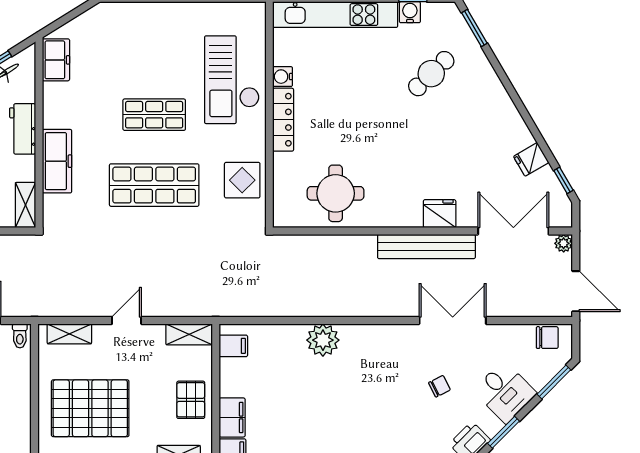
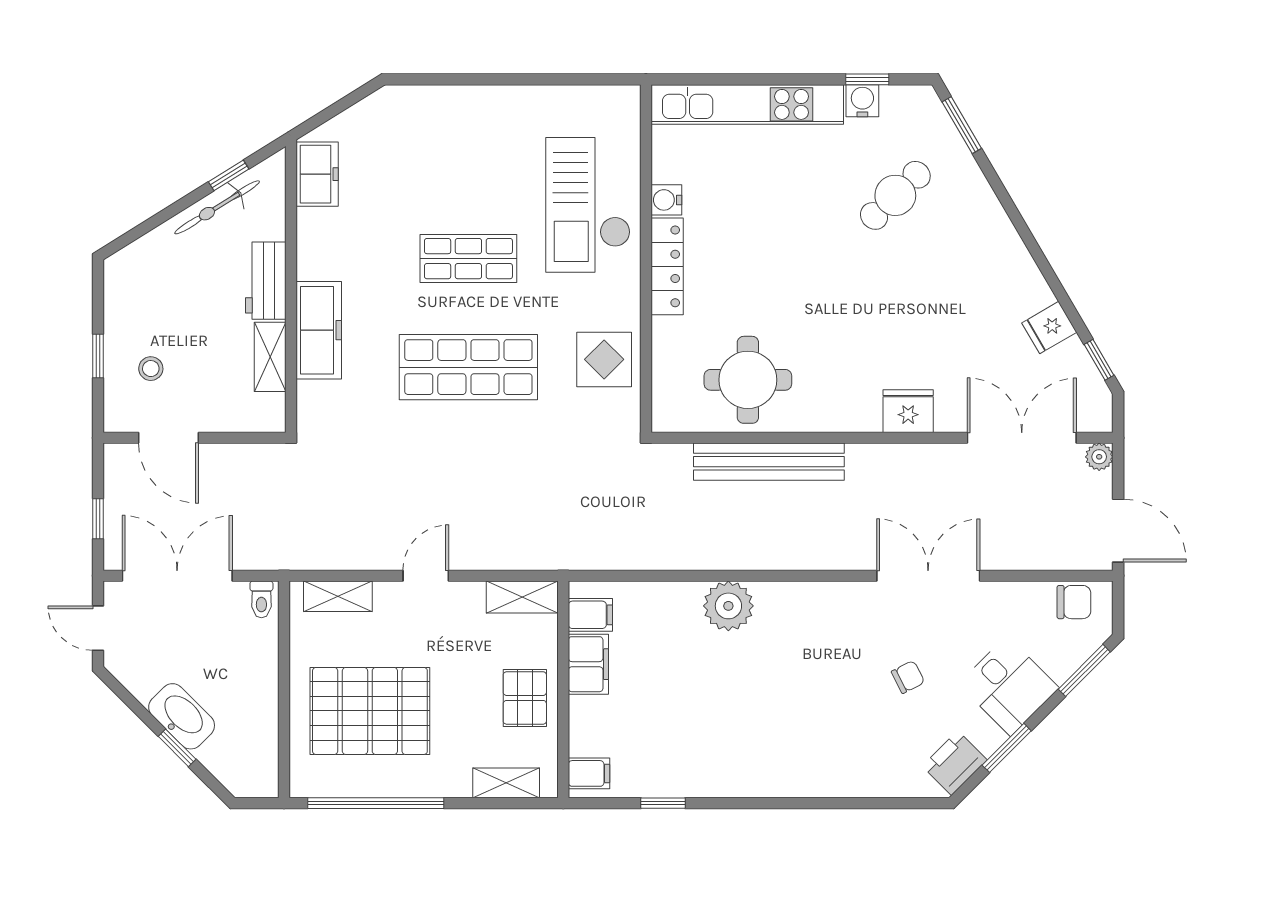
shelving: (25, 205) -> (270, 357), moved
bench: (426, 246) -> (769, 462), moved
filing cabinet: (232, 417) -> (588, 664), moved

